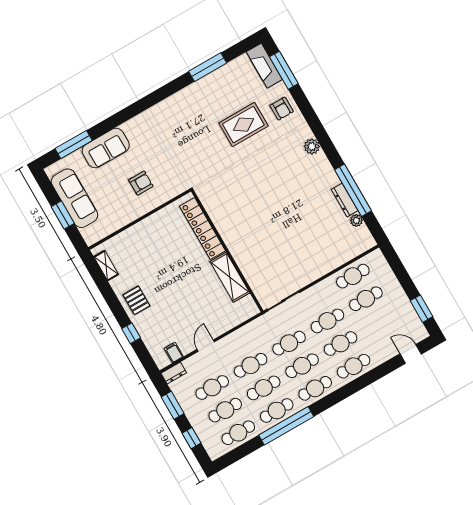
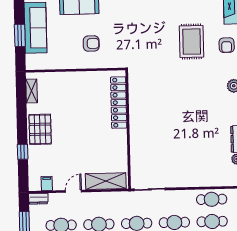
rug: (243, 125) -> (192, 42), turned 90
shelving: (230, 277) -> (106, 181), moved, turned 90
pallet: (136, 300) -> (40, 129), width x1.50, depth x1.42

